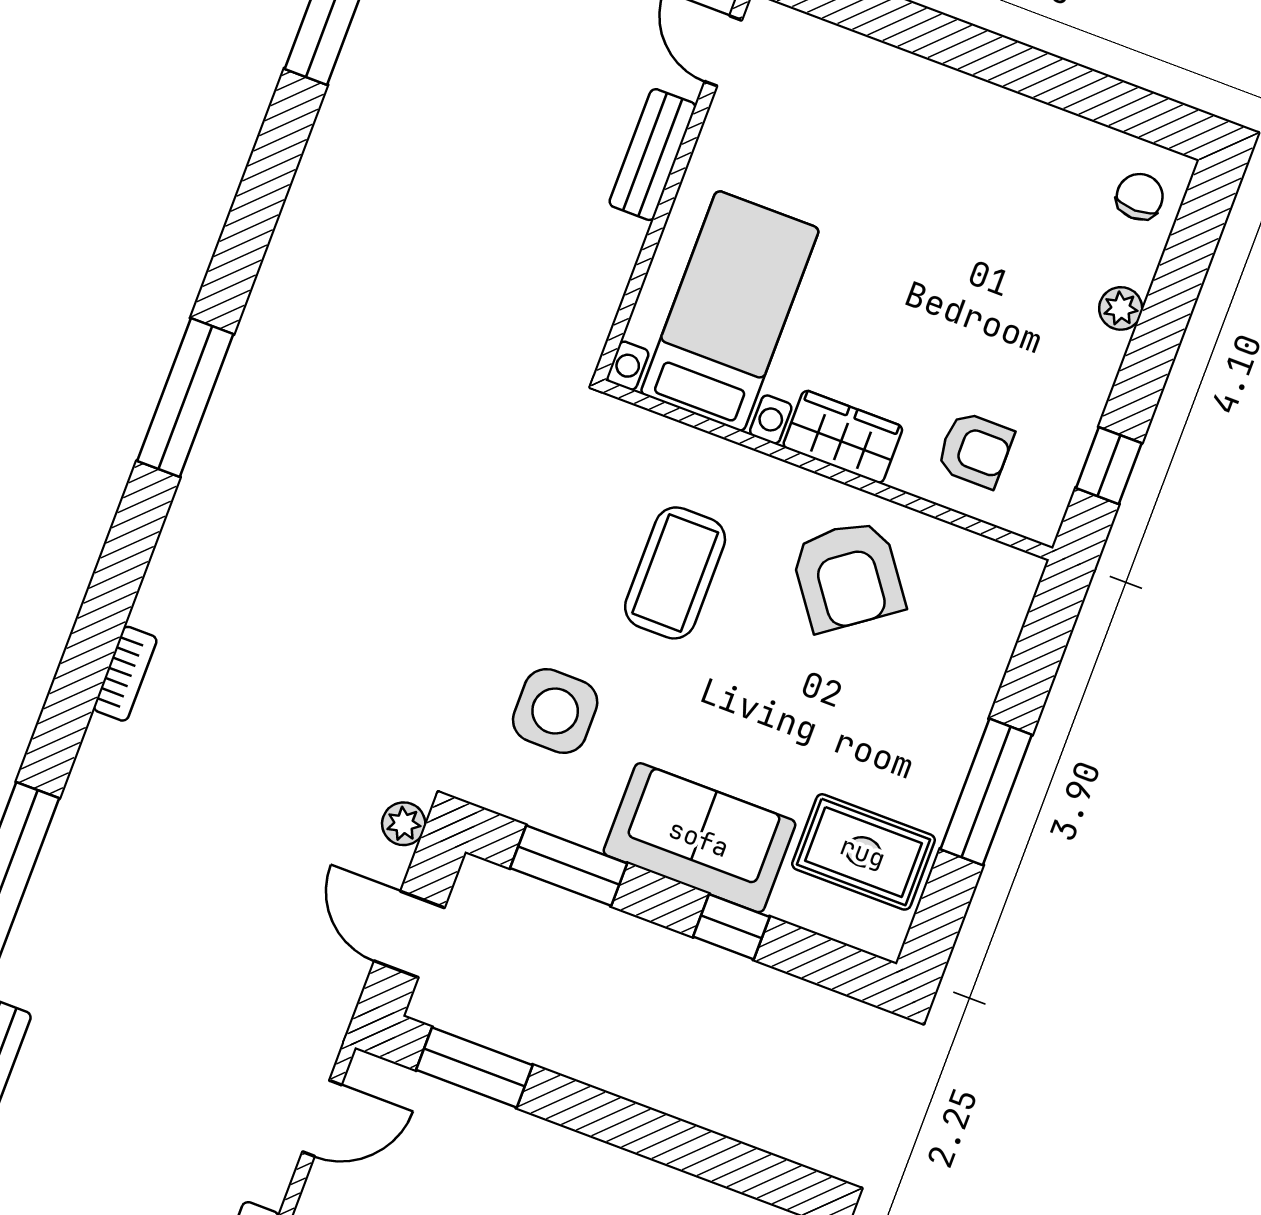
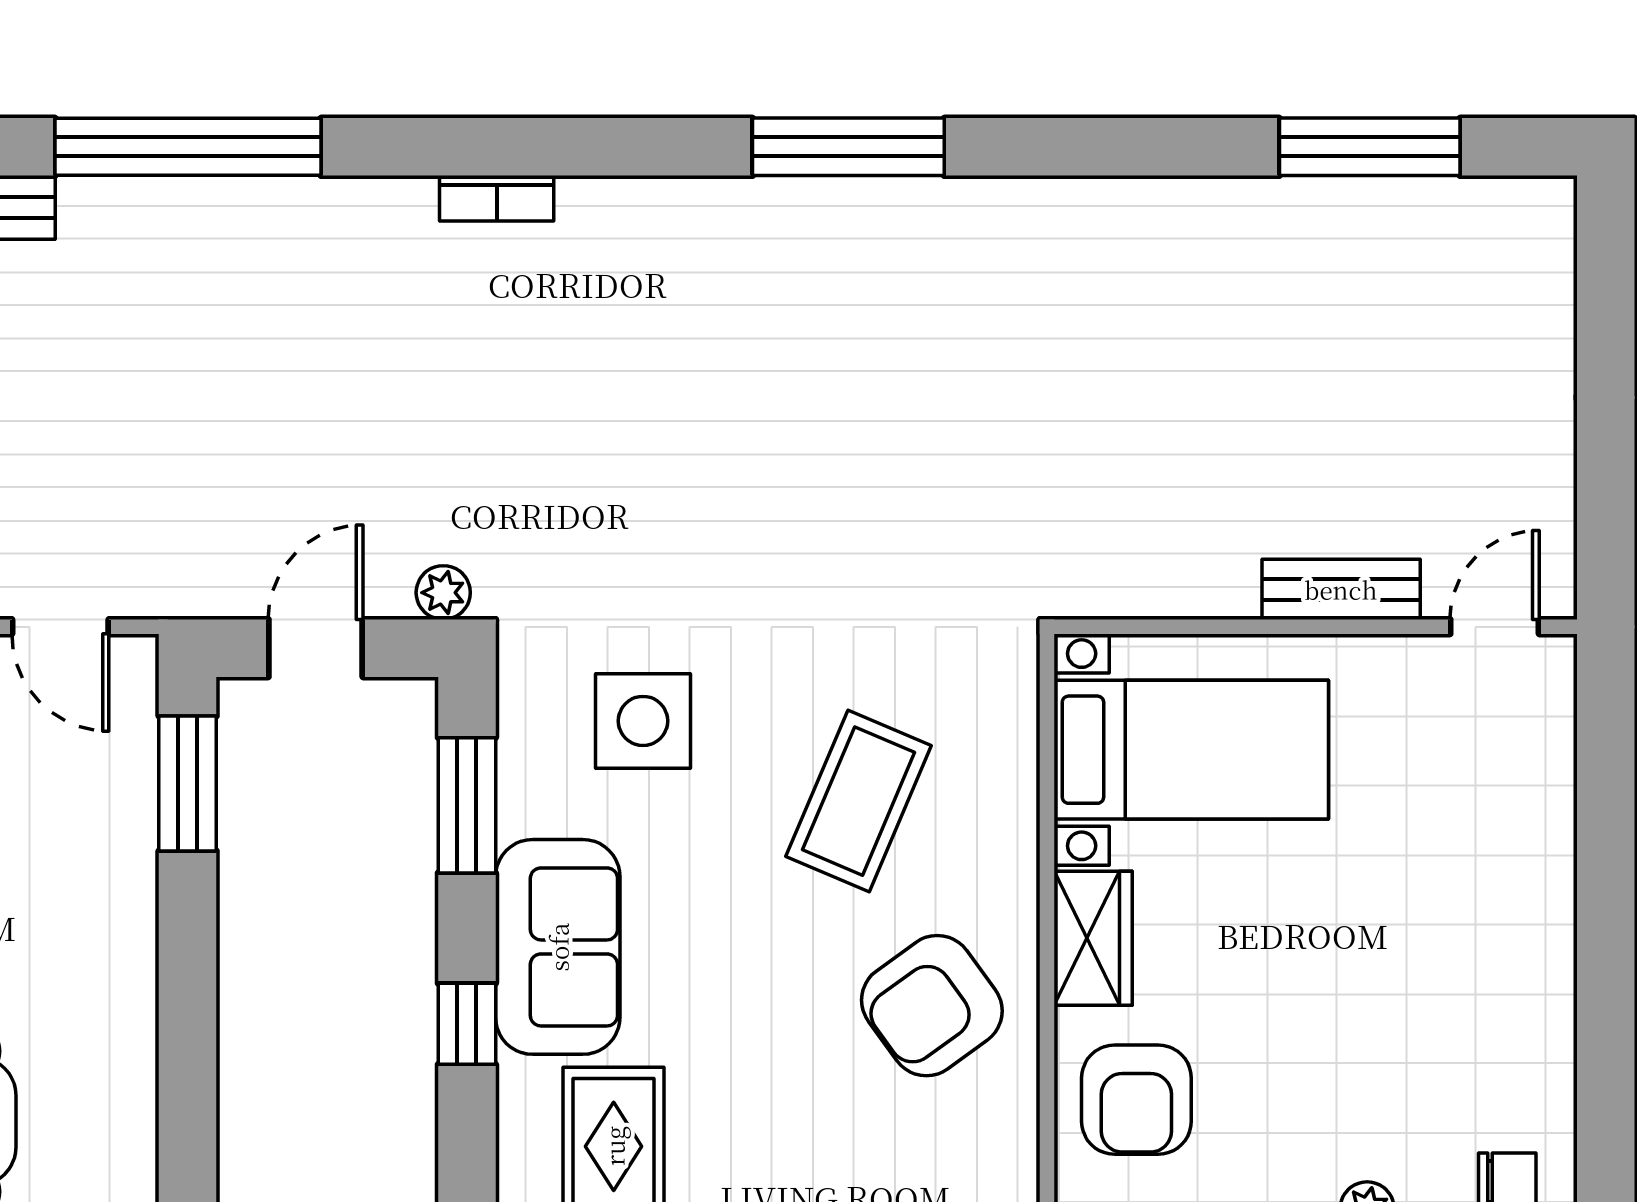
armchair: (975, 450) -> (1136, 1100), width x1.38, depth x1.38
coffee table: (675, 573) -> (859, 801), turned -67

